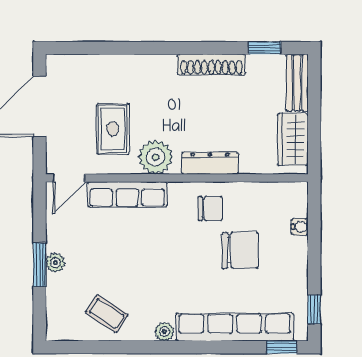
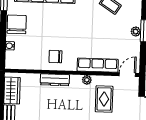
plant: (156, 157) -> (87, 80), width x0.53, depth x0.53
chair: (240, 250) -> (17, 24), moved, turned 90

